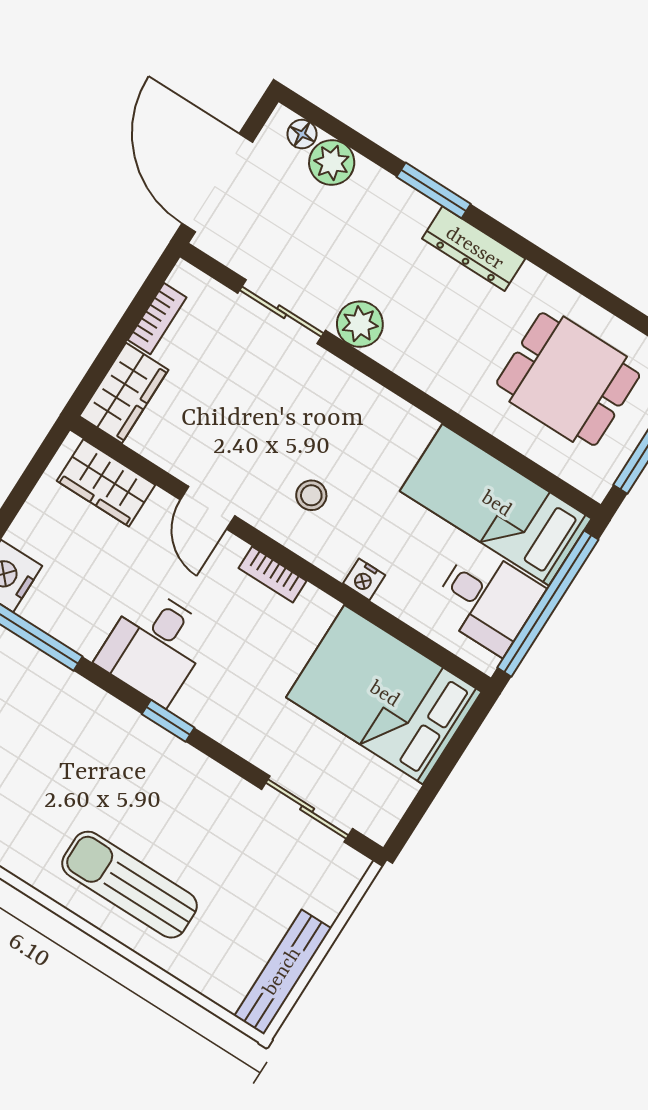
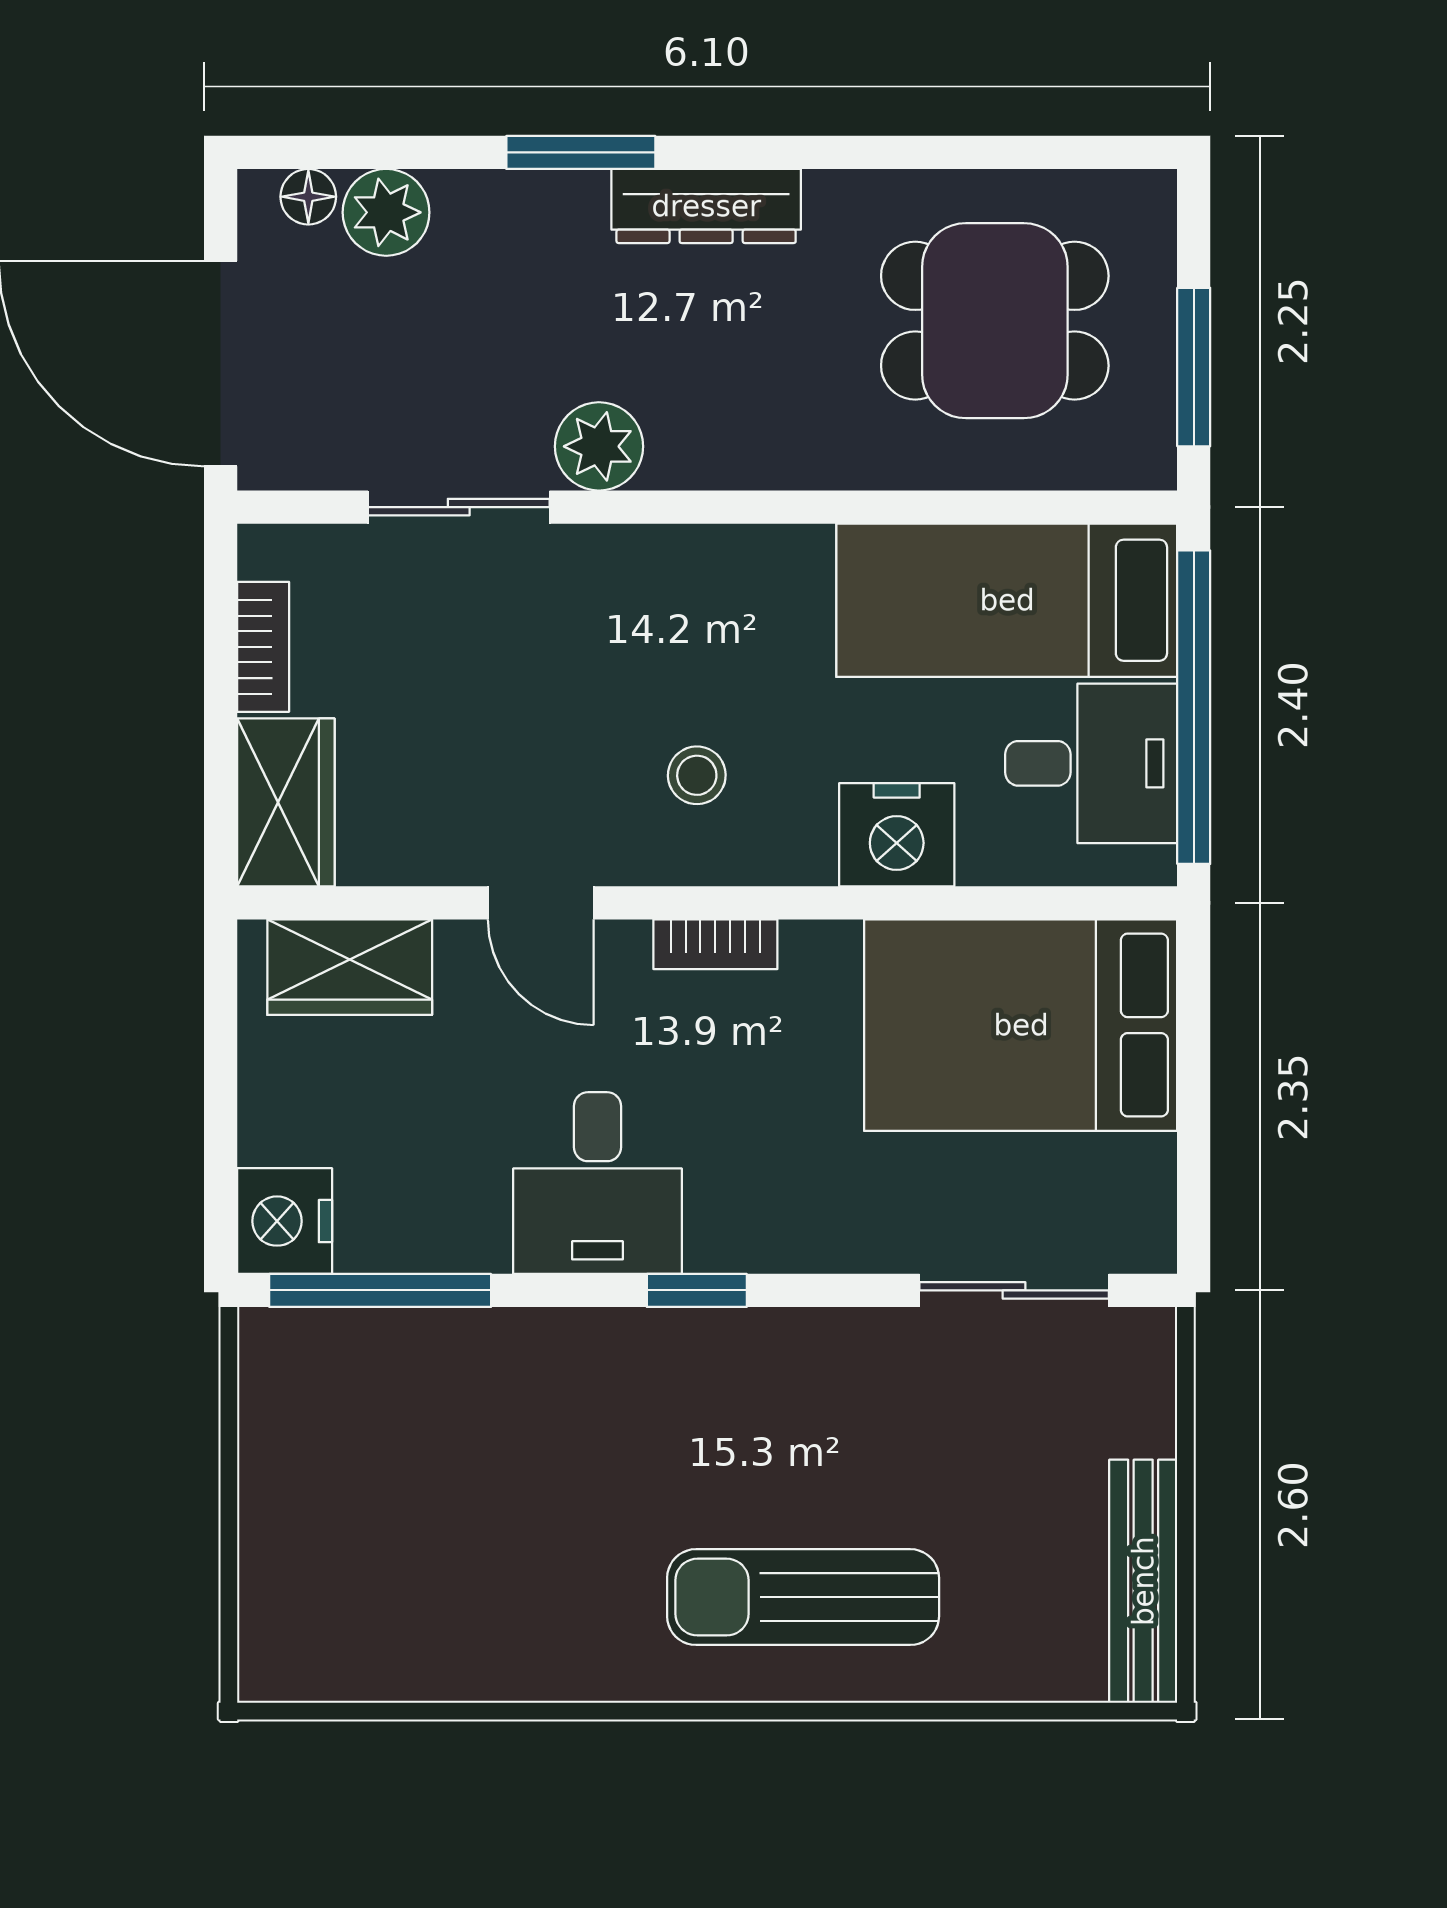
nightstand: (364, 579) -> (897, 835), width x1.89, depth x1.79

